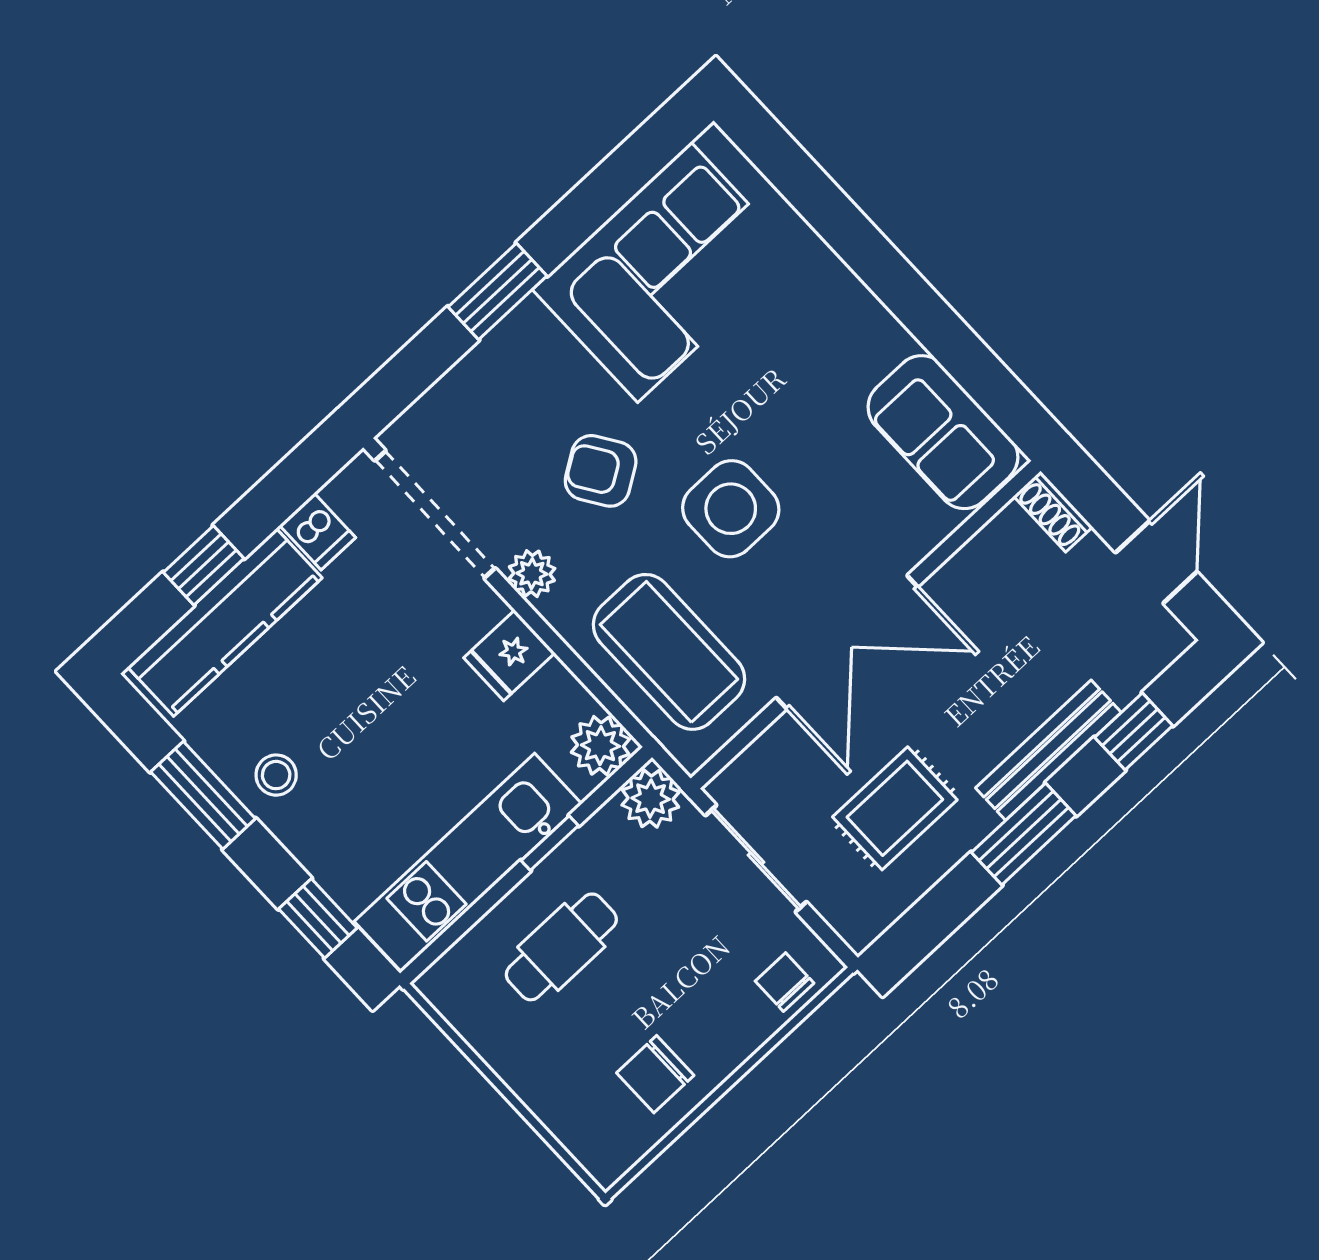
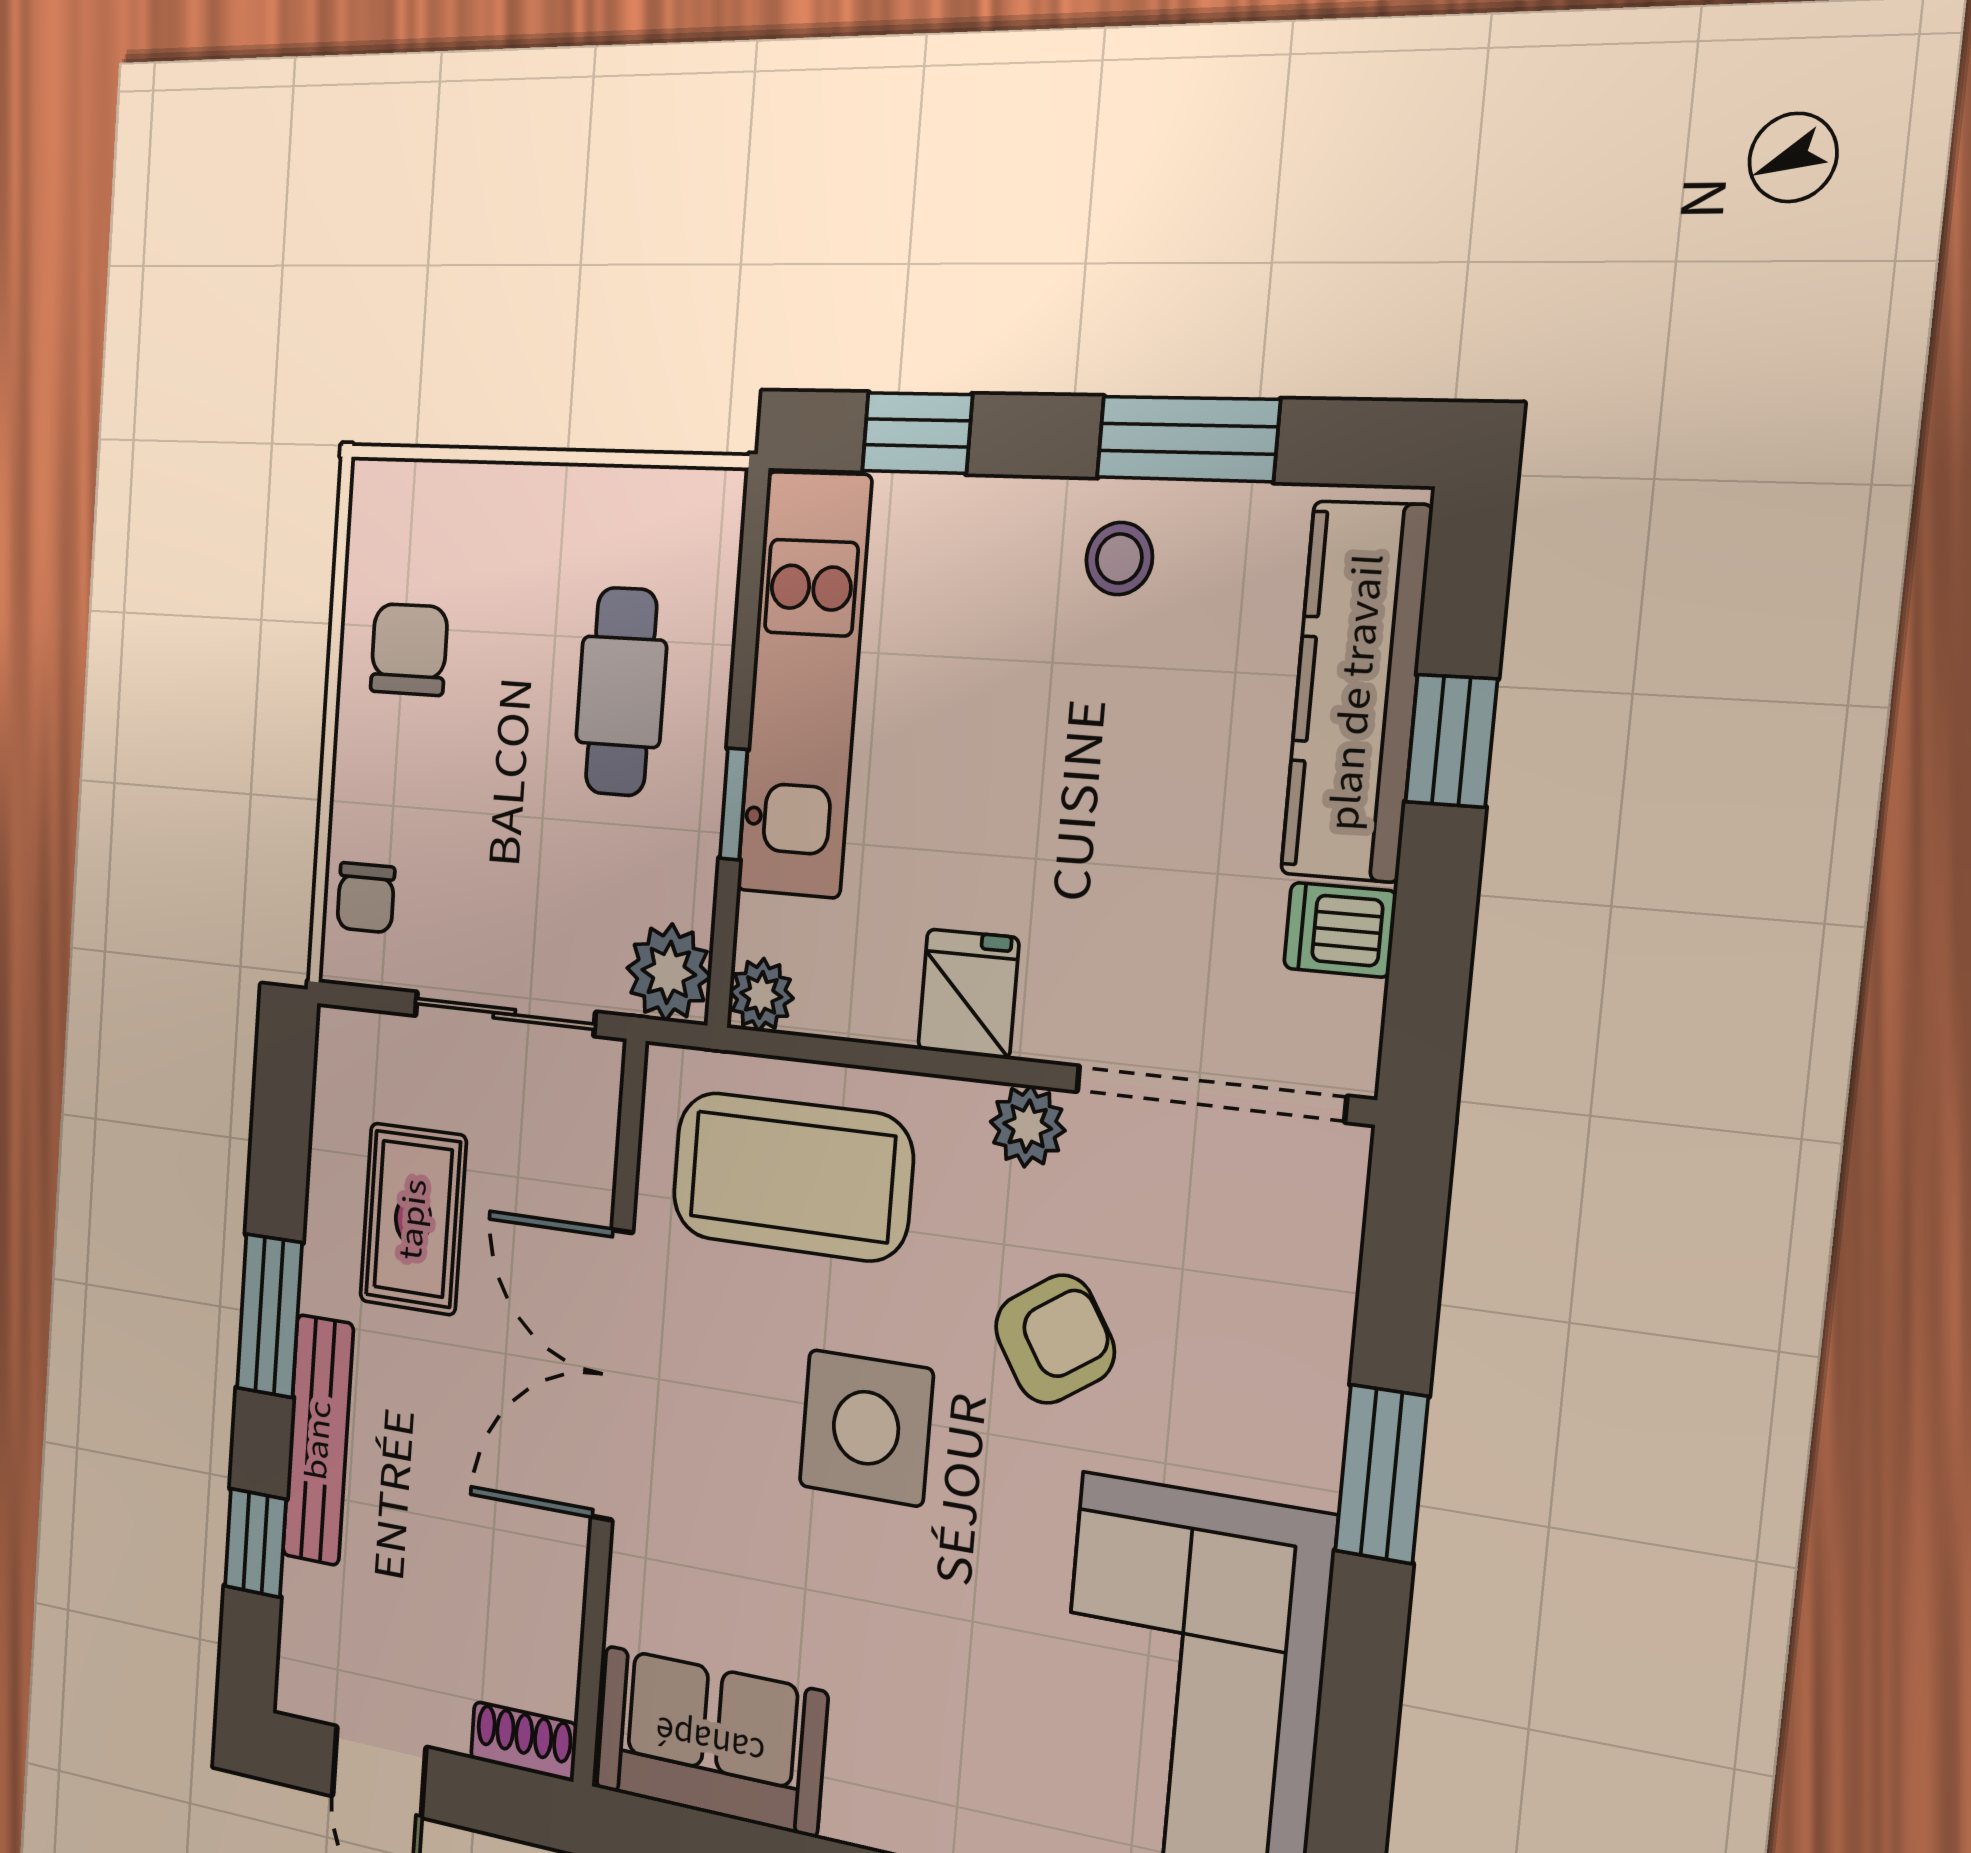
plant: (600, 746) -> (761, 995), width x0.73, depth x0.73
chair: (785, 982) -> (366, 898), turned 90

